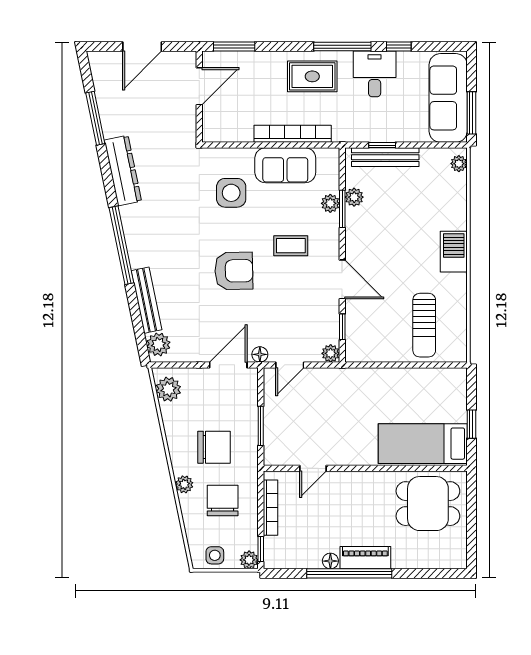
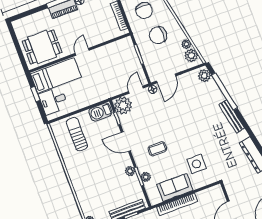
plant: (354, 197) -> (130, 171), moved
window: (121, 245) -> (224, 91), moved
barbecue: (454, 252) -> (100, 112), moved, turned 90
armchair: (234, 271) -> (181, 126), removed
bench: (146, 300) -> (232, 116), moved
plant: (331, 353) -> (123, 105), width x1.88, depth x1.88
desk: (444, 400) -> (53, 101), added
door: (313, 468) -> (82, 52), moved
plant: (184, 484) -> (186, 44), moved

